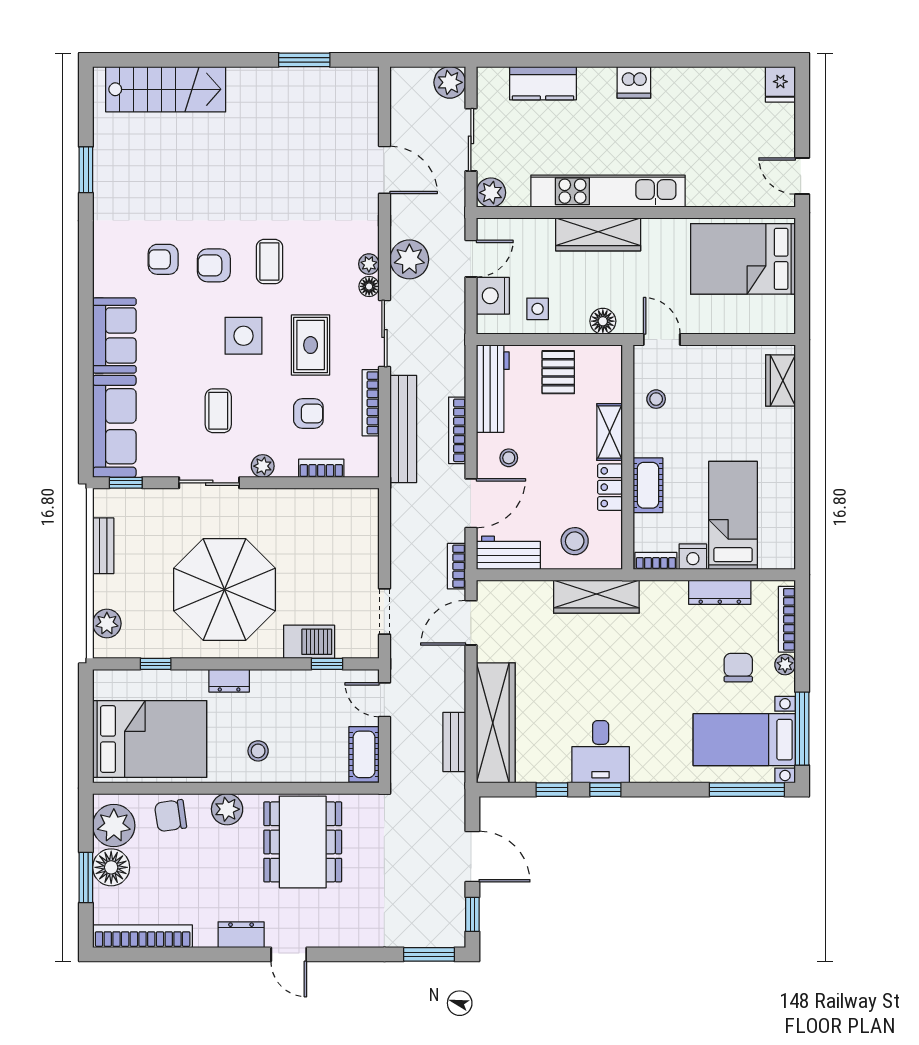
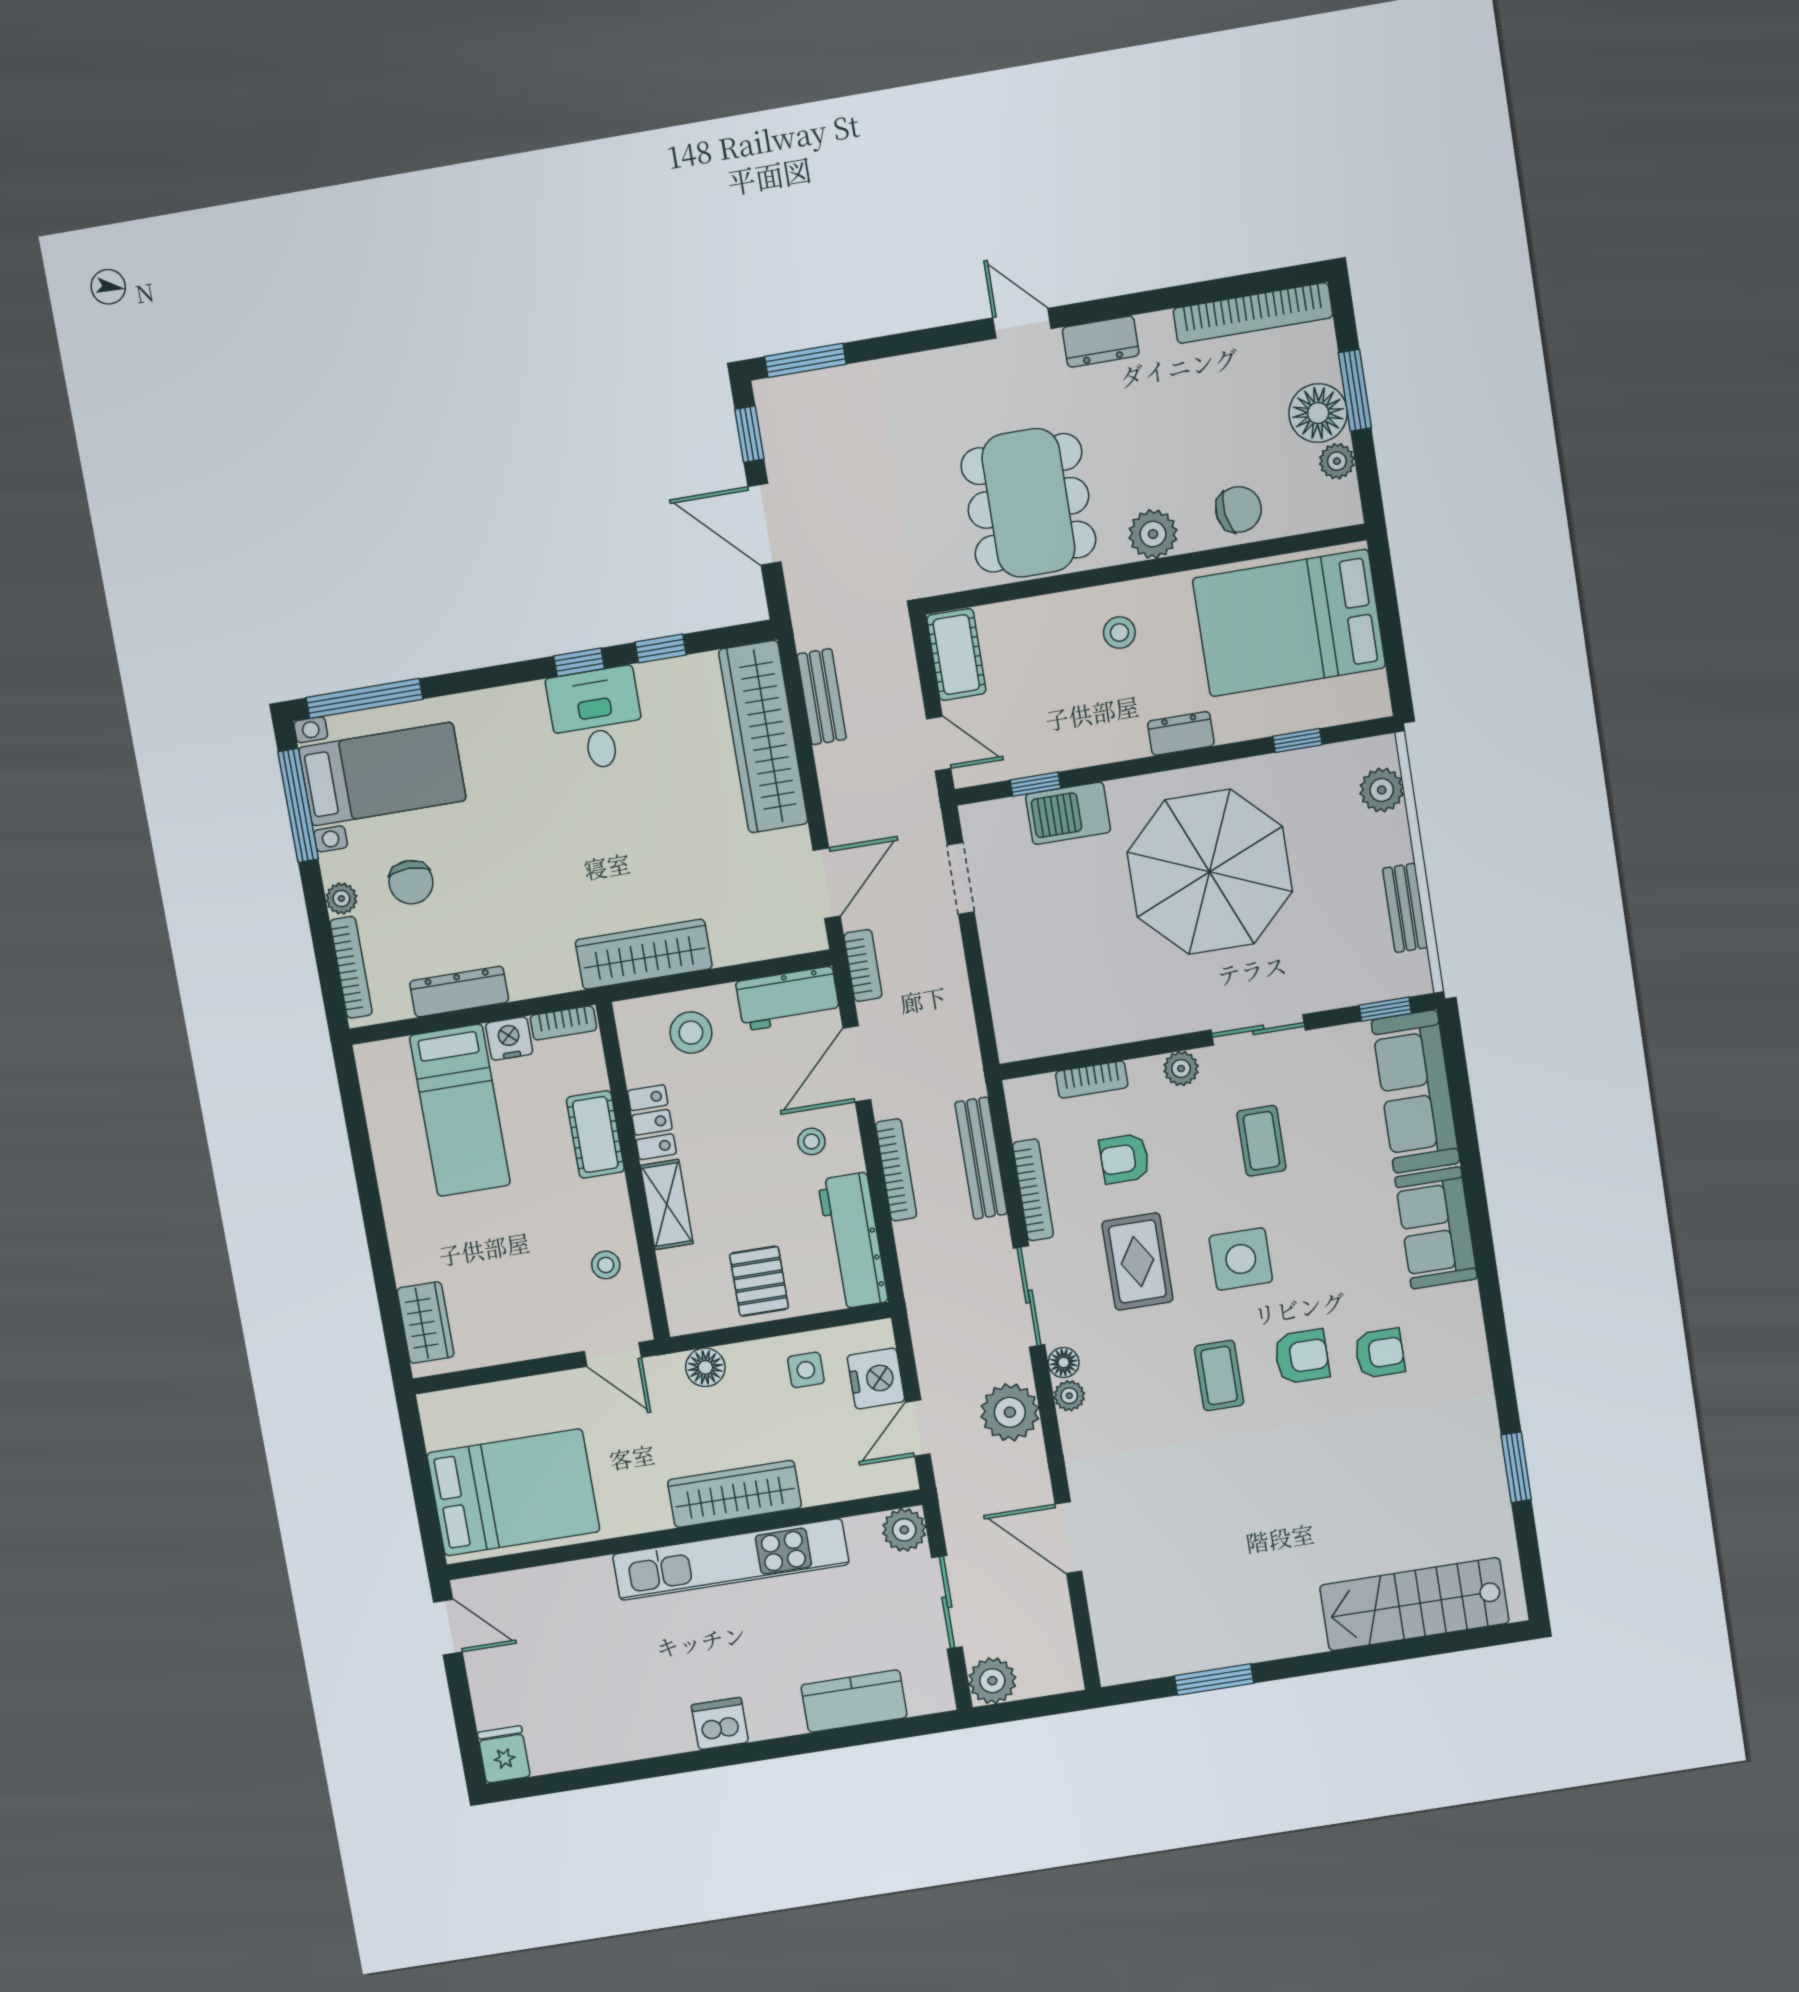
bench: (403, 429) -> (981, 1158), width x0.73, depth x0.82
plant: (114, 826) -> (1337, 461), width x0.53, depth x0.53

